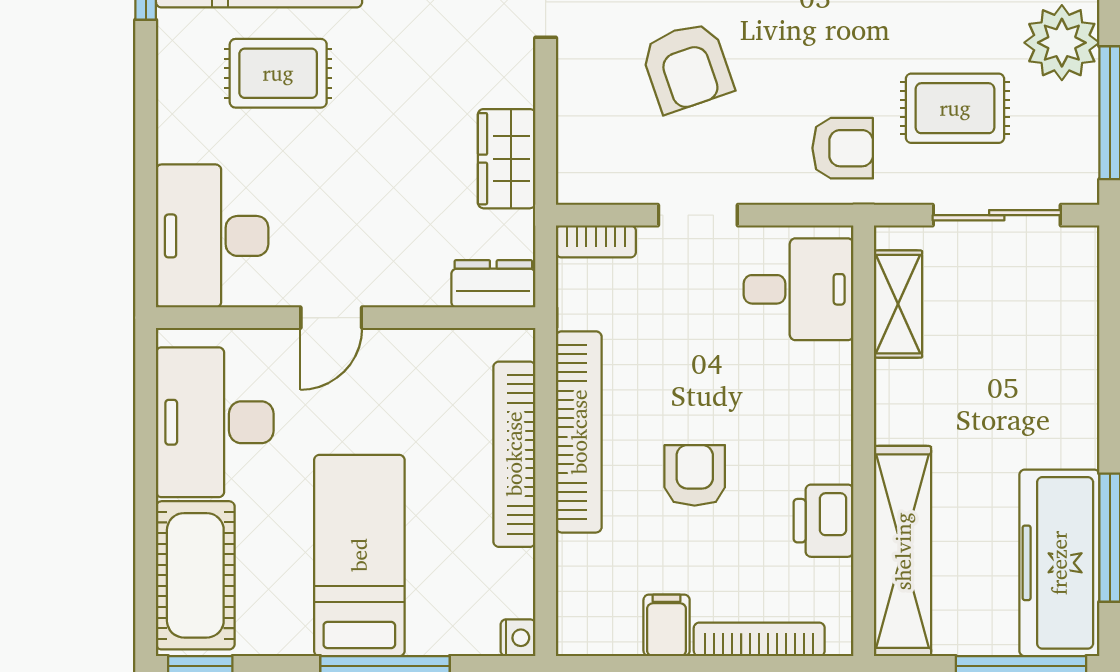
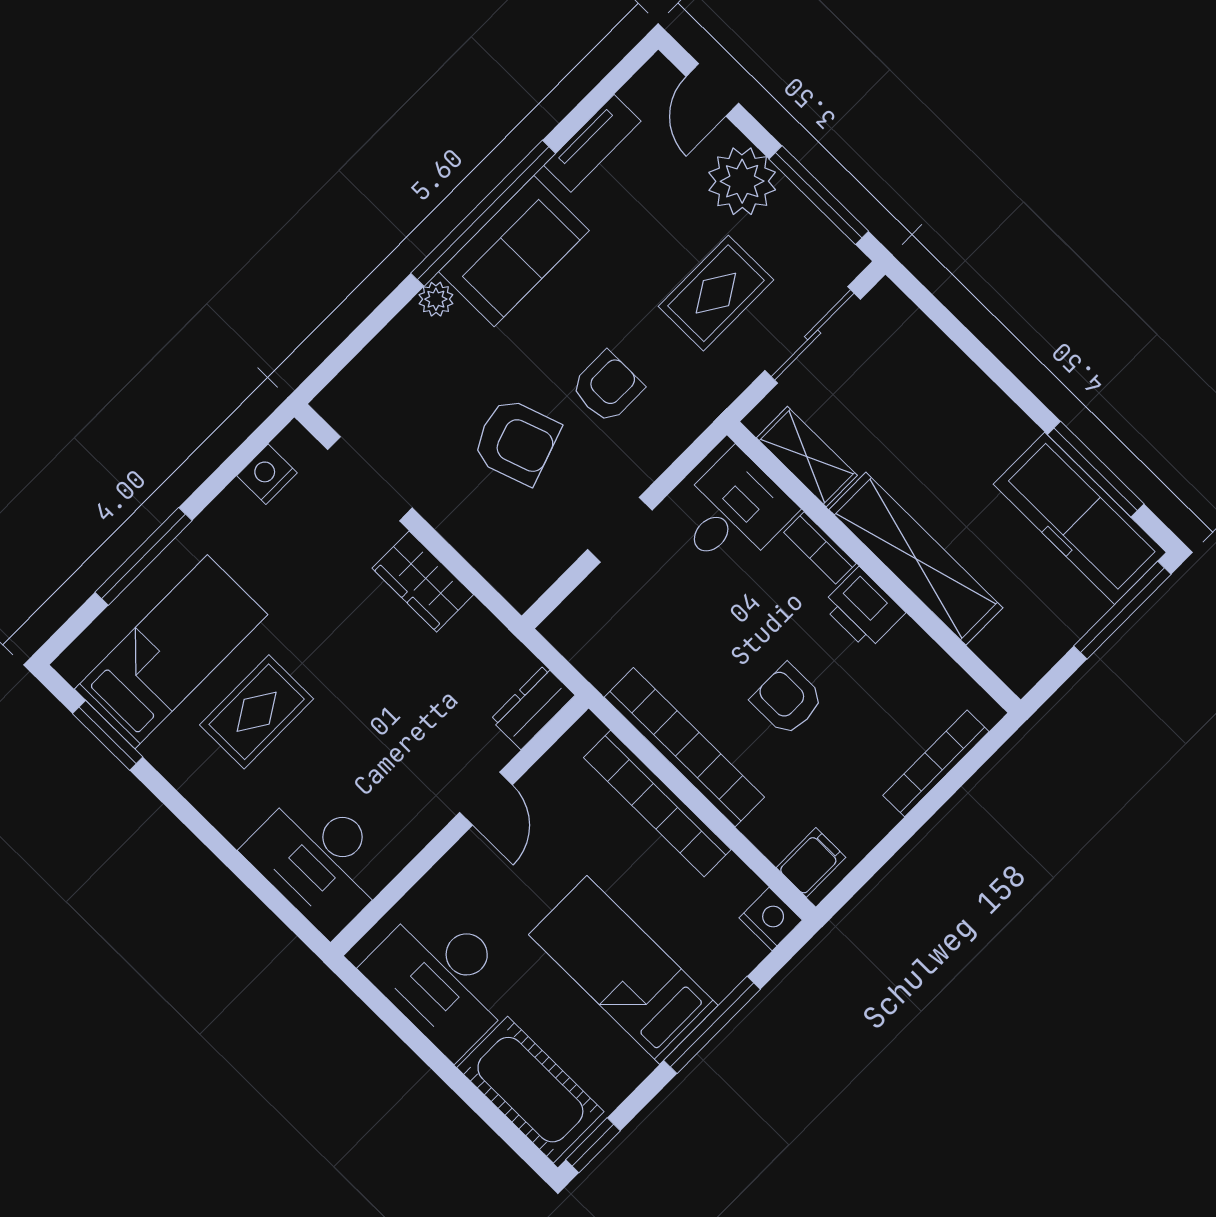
armchair: (843, 148) -> (607, 387), moved
wardrobe: (507, 159) -> (423, 581), moved
bookcase: (596, 241) -> (820, 548), moved, turned 90
door: (331, 318) -> (486, 799), moved
printer: (823, 521) -> (863, 609), moved
shelving: (903, 551) -> (916, 559), moved
filing cabinet: (667, 625) -> (811, 862), moved, turned 90
nightstand: (518, 638) -> (771, 919), width x1.39, depth x1.35

